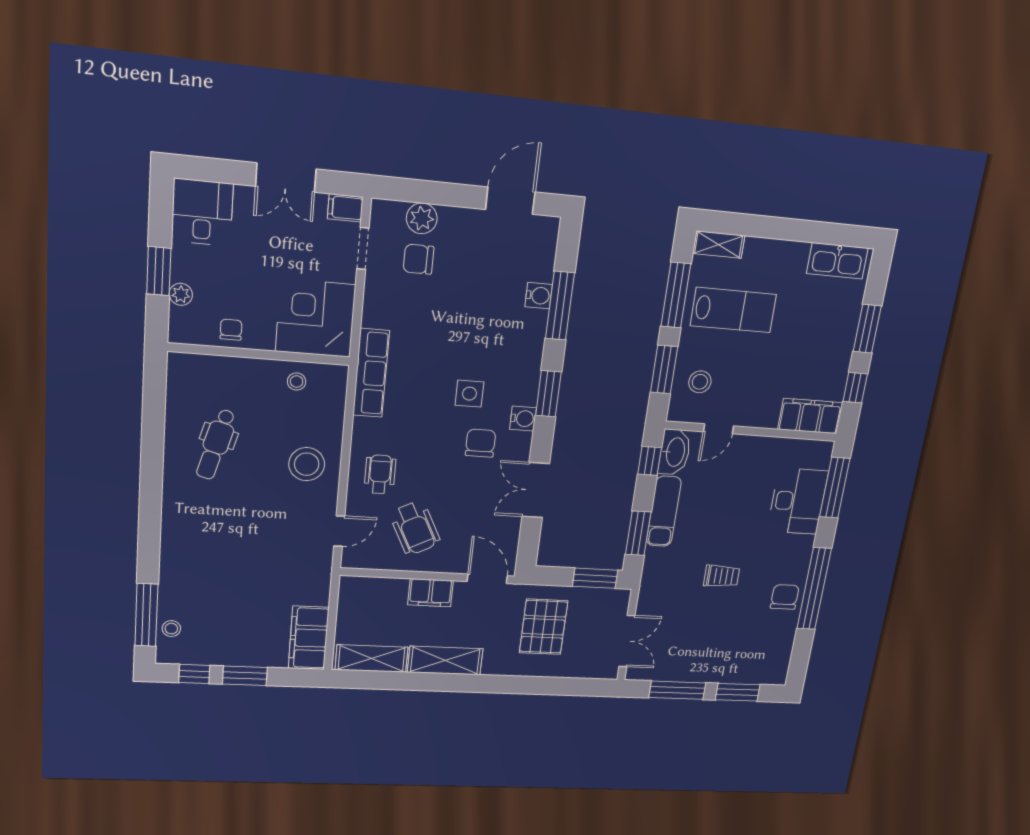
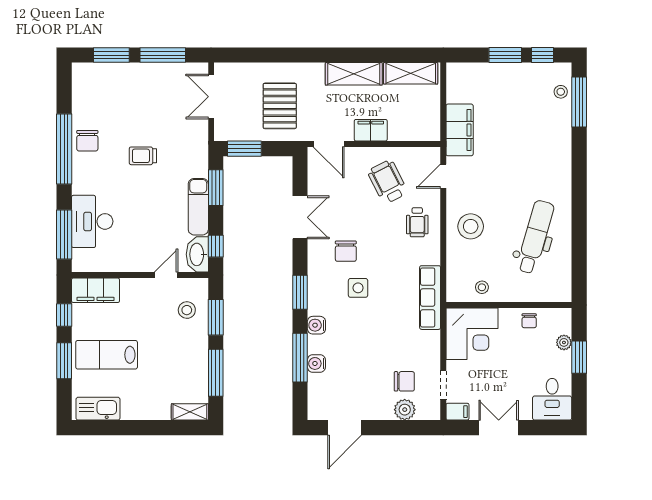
lab bench: (733, 310) -> (107, 355), moved
water cooler: (523, 419) -> (316, 325), moved
dental chair: (216, 444) -> (535, 237), width x1.36, depth x1.38
filing cabinet: (309, 638) -> (460, 130), moved

